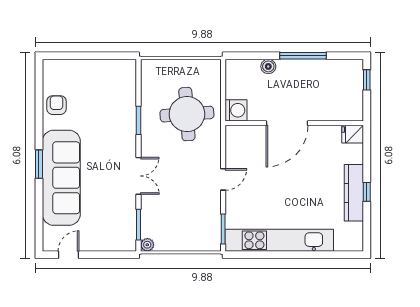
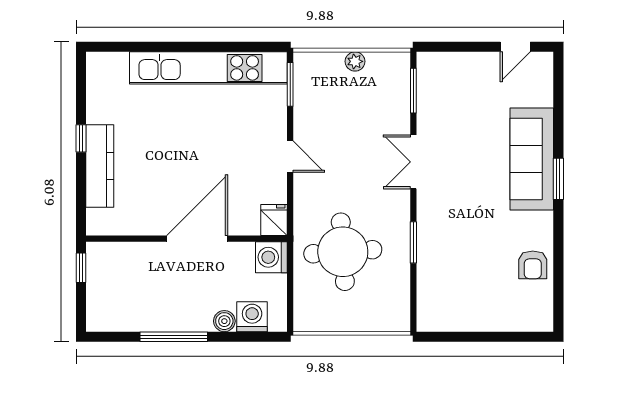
washing machine: (249, 69) -> (252, 317), added
window: (367, 80) -> (81, 268), moved
fridge: (353, 134) -> (274, 220), moved, turned -90
sofa: (61, 178) -> (532, 159), width x0.74, depth x0.79
door: (223, 179) -> (290, 157), swing flipped
kitchen counter: (354, 193) -> (100, 166), moved
plant: (147, 245) -> (355, 61), moved

